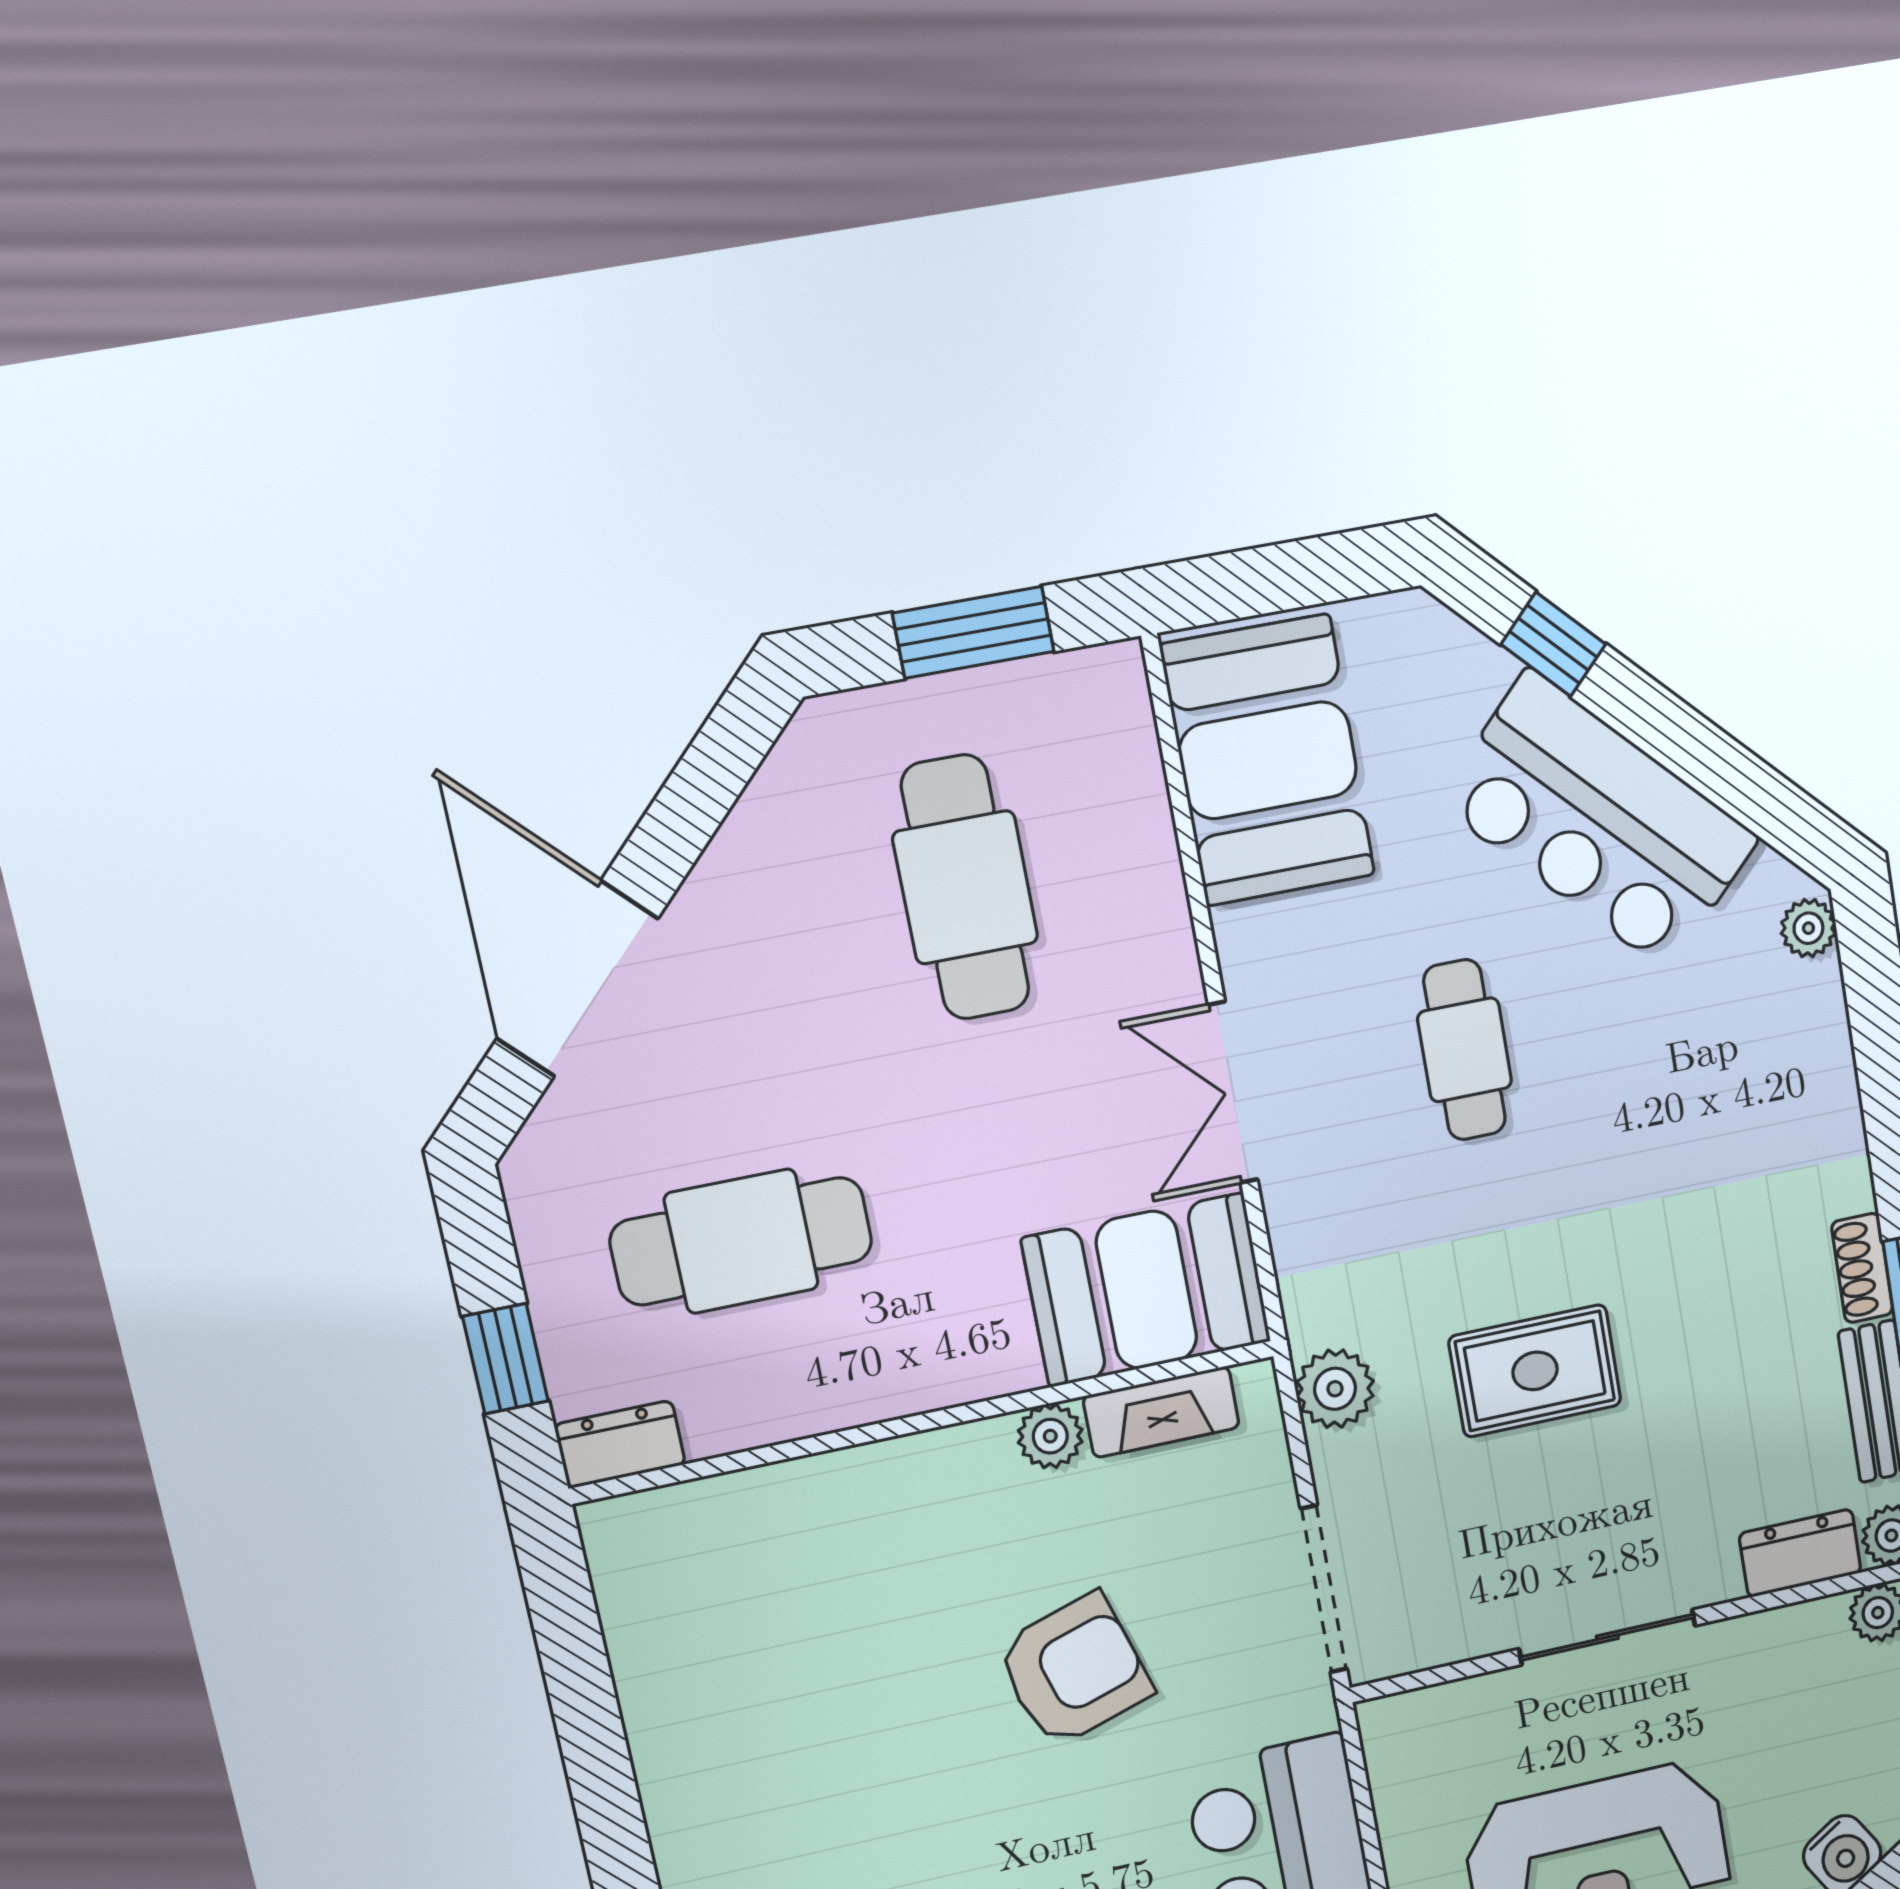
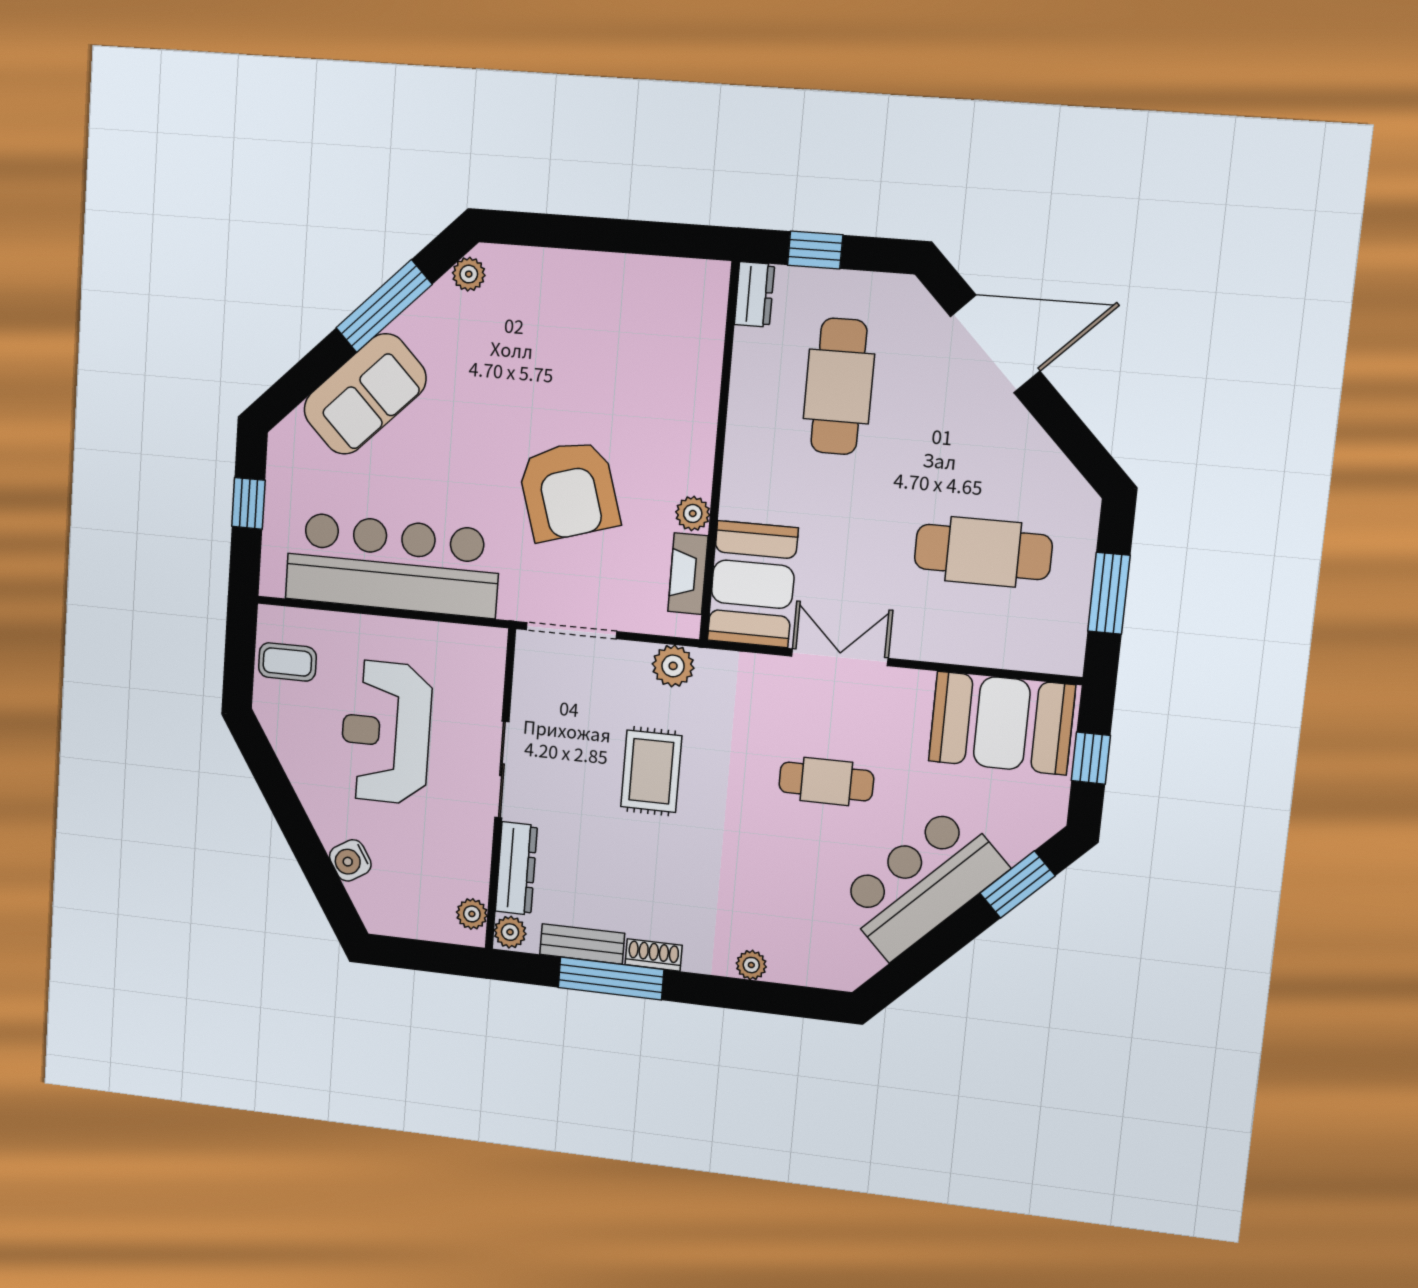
window: (1285, 576) -> (1091, 758), added
window: (1553, 644) -> (1017, 885), width x1.50
plant: (1808, 928) -> (751, 965), moved
dresser: (1800, 1553) -> (516, 868), width x1.44
armchair: (1074, 1670) -> (569, 490), width x1.36, depth x1.36

